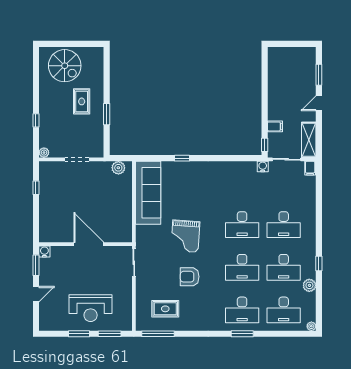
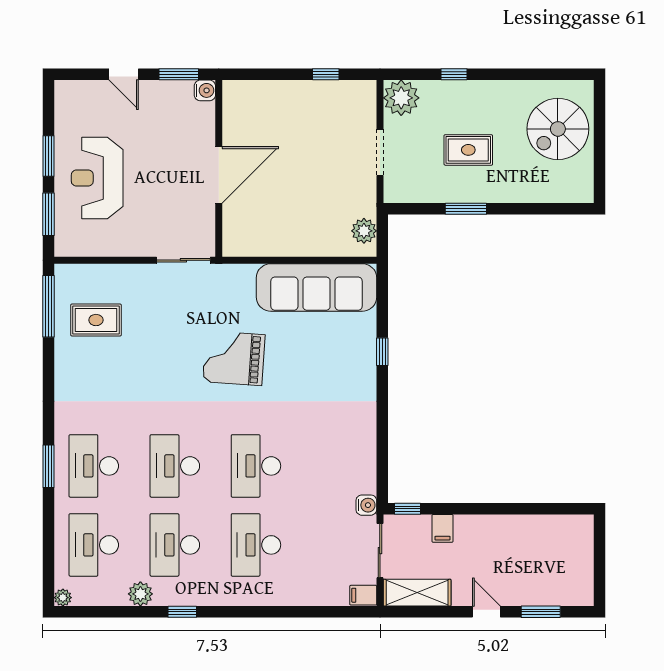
rug: (82, 101) -> (468, 150), moved
plant: (44, 153) -> (401, 98), width x1.87, depth x1.87
armchair: (190, 277) -> (157, 366), removed
rug: (165, 309) -> (96, 320), turned 90

